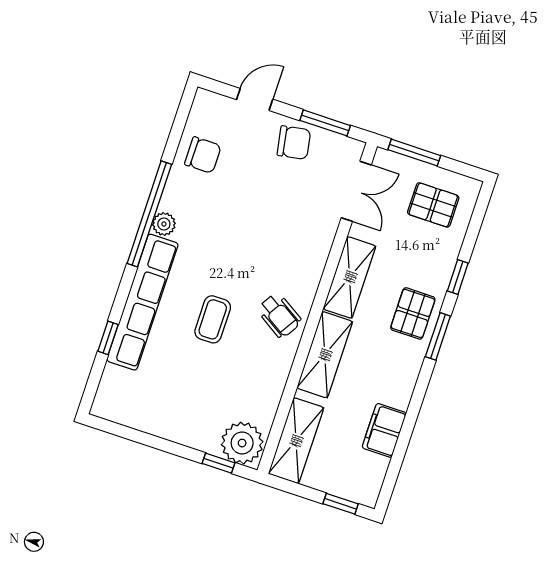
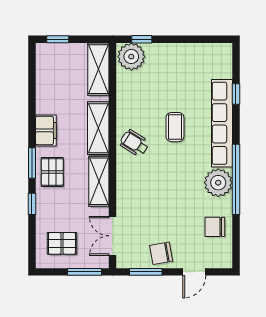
plant: (164, 224) -> (218, 183), width x1.87, depth x1.87
filing cabinet: (384, 430) -> (46, 130), moved

